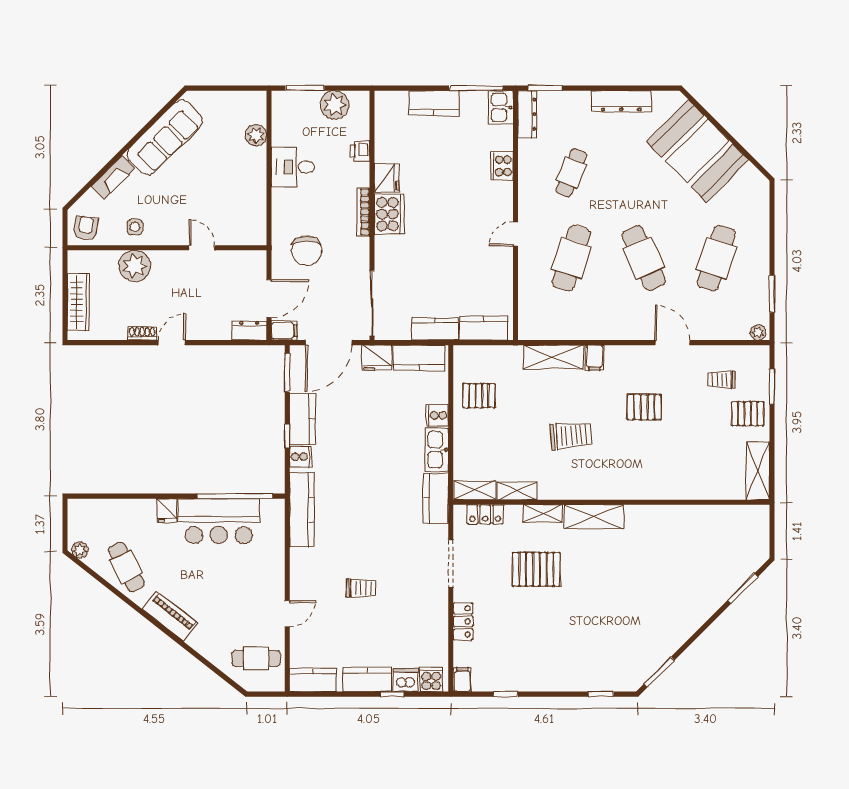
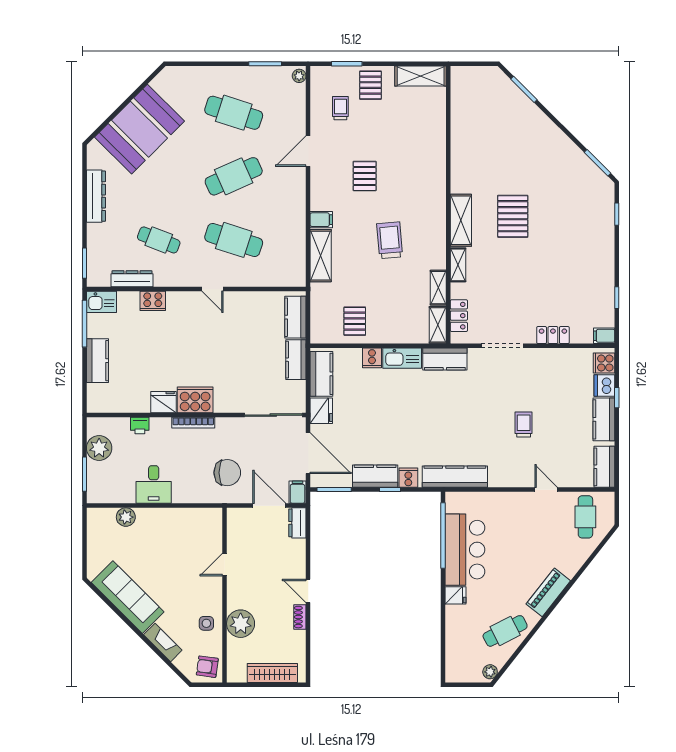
dresser: (527, 114) -> (132, 279), moved
trolley: (721, 380) -> (340, 108), turned 180
pallet: (536, 569) -> (513, 216), moved

